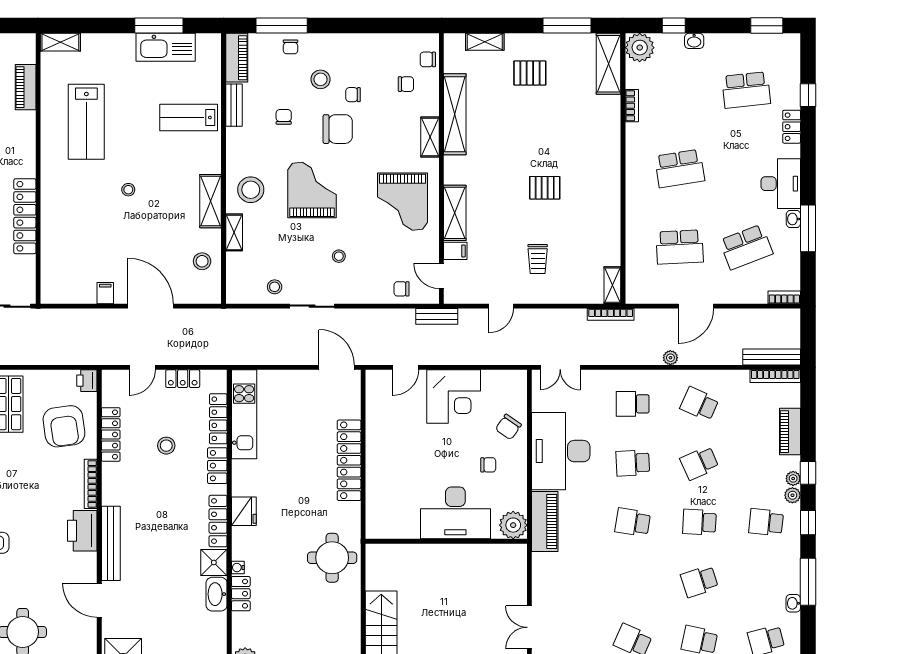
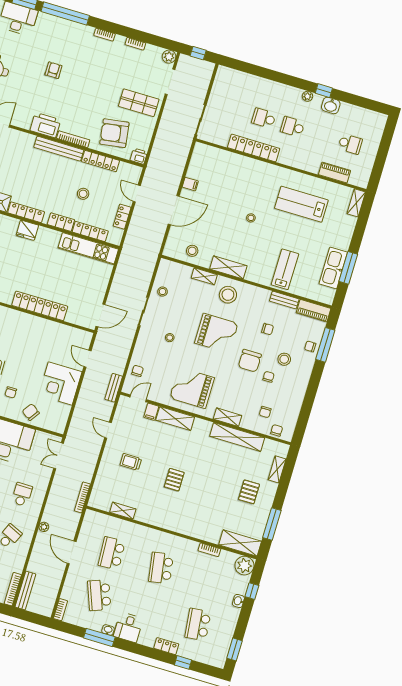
desk: (781, 184) -> (128, 627), width x0.73
shelving: (612, 285) -> (123, 511), moved
bench: (111, 543) -> (59, 149), moved

